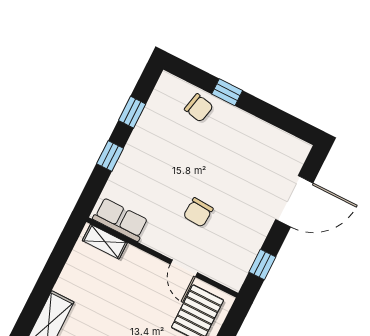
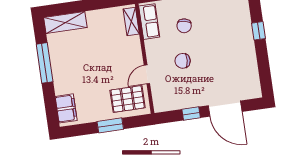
chair: (199, 108) -> (184, 26), moved
window: (262, 265) -> (191, 114), moved

